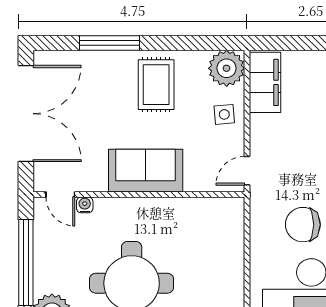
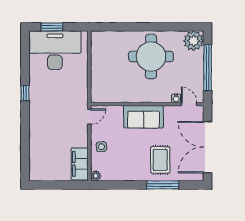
plant: (227, 68) -> (96, 176), width x0.53, depth x0.53
rug: (156, 85) -> (160, 160), moved
chair: (303, 225) -> (59, 88), removed

